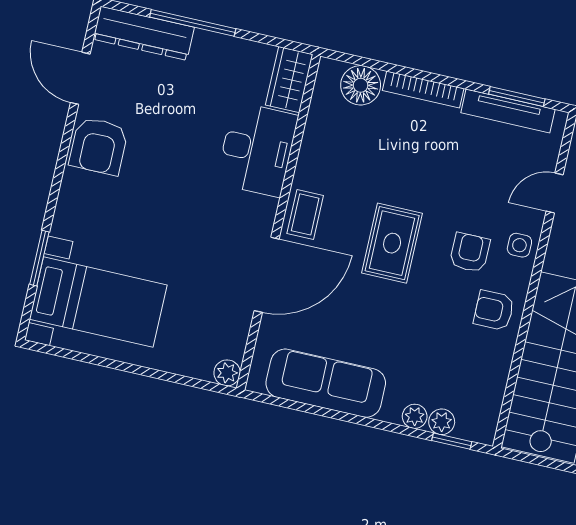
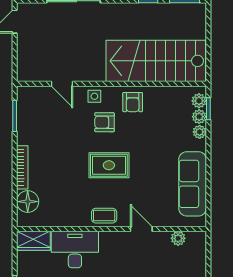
tv unit: (508, 111) -> (24, 119), removed
door: (267, 275) -> (141, 229), width x0.53
plant: (227, 373) -> (178, 238), moved
plant: (470, 428) -> (199, 101), added

